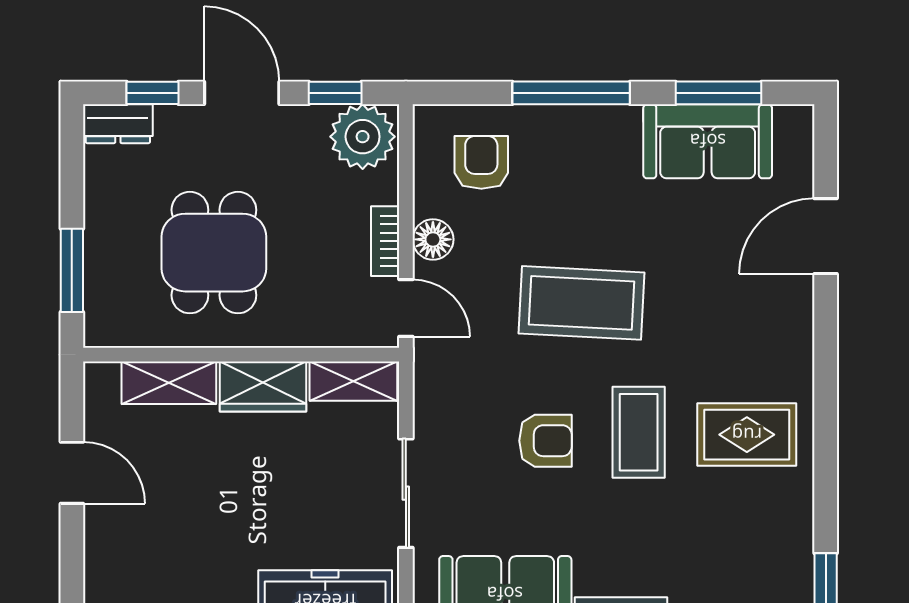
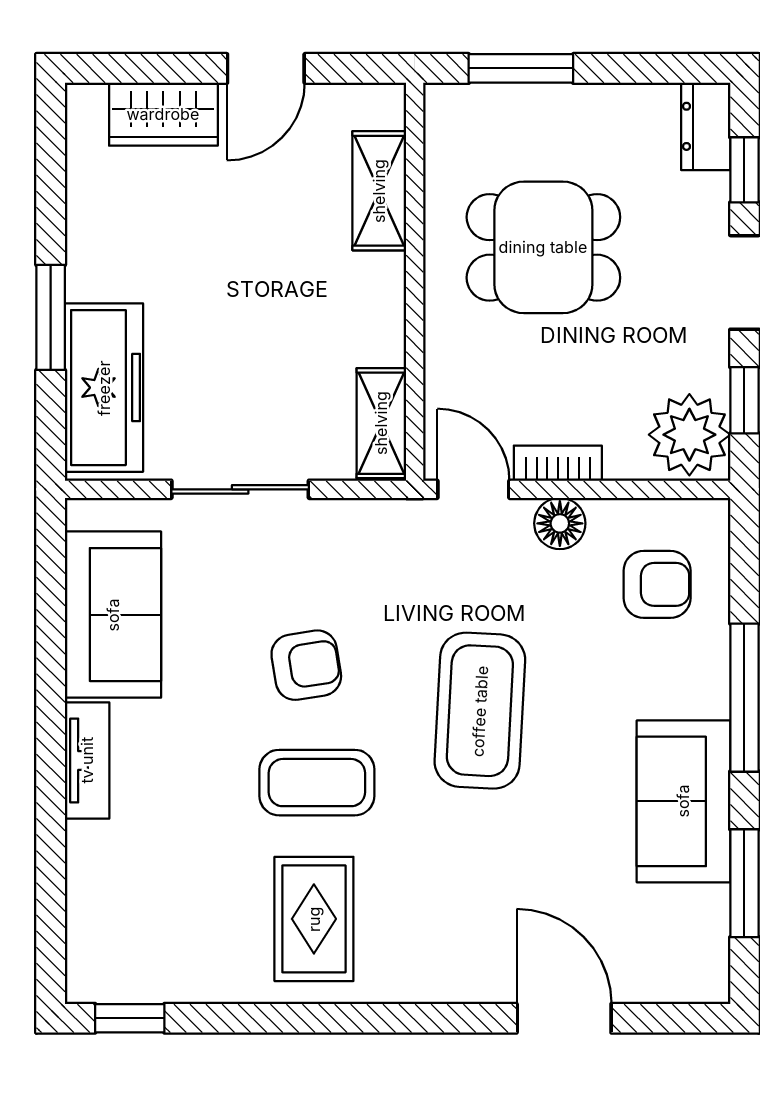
sofa: (708, 141) -> (683, 801), moved
door: (406, 308) -> (473, 489), swing flipped
wardrobe: (263, 387) -> (163, 114), moved, turned -90
armchair: (545, 441) -> (306, 665), turned -99

